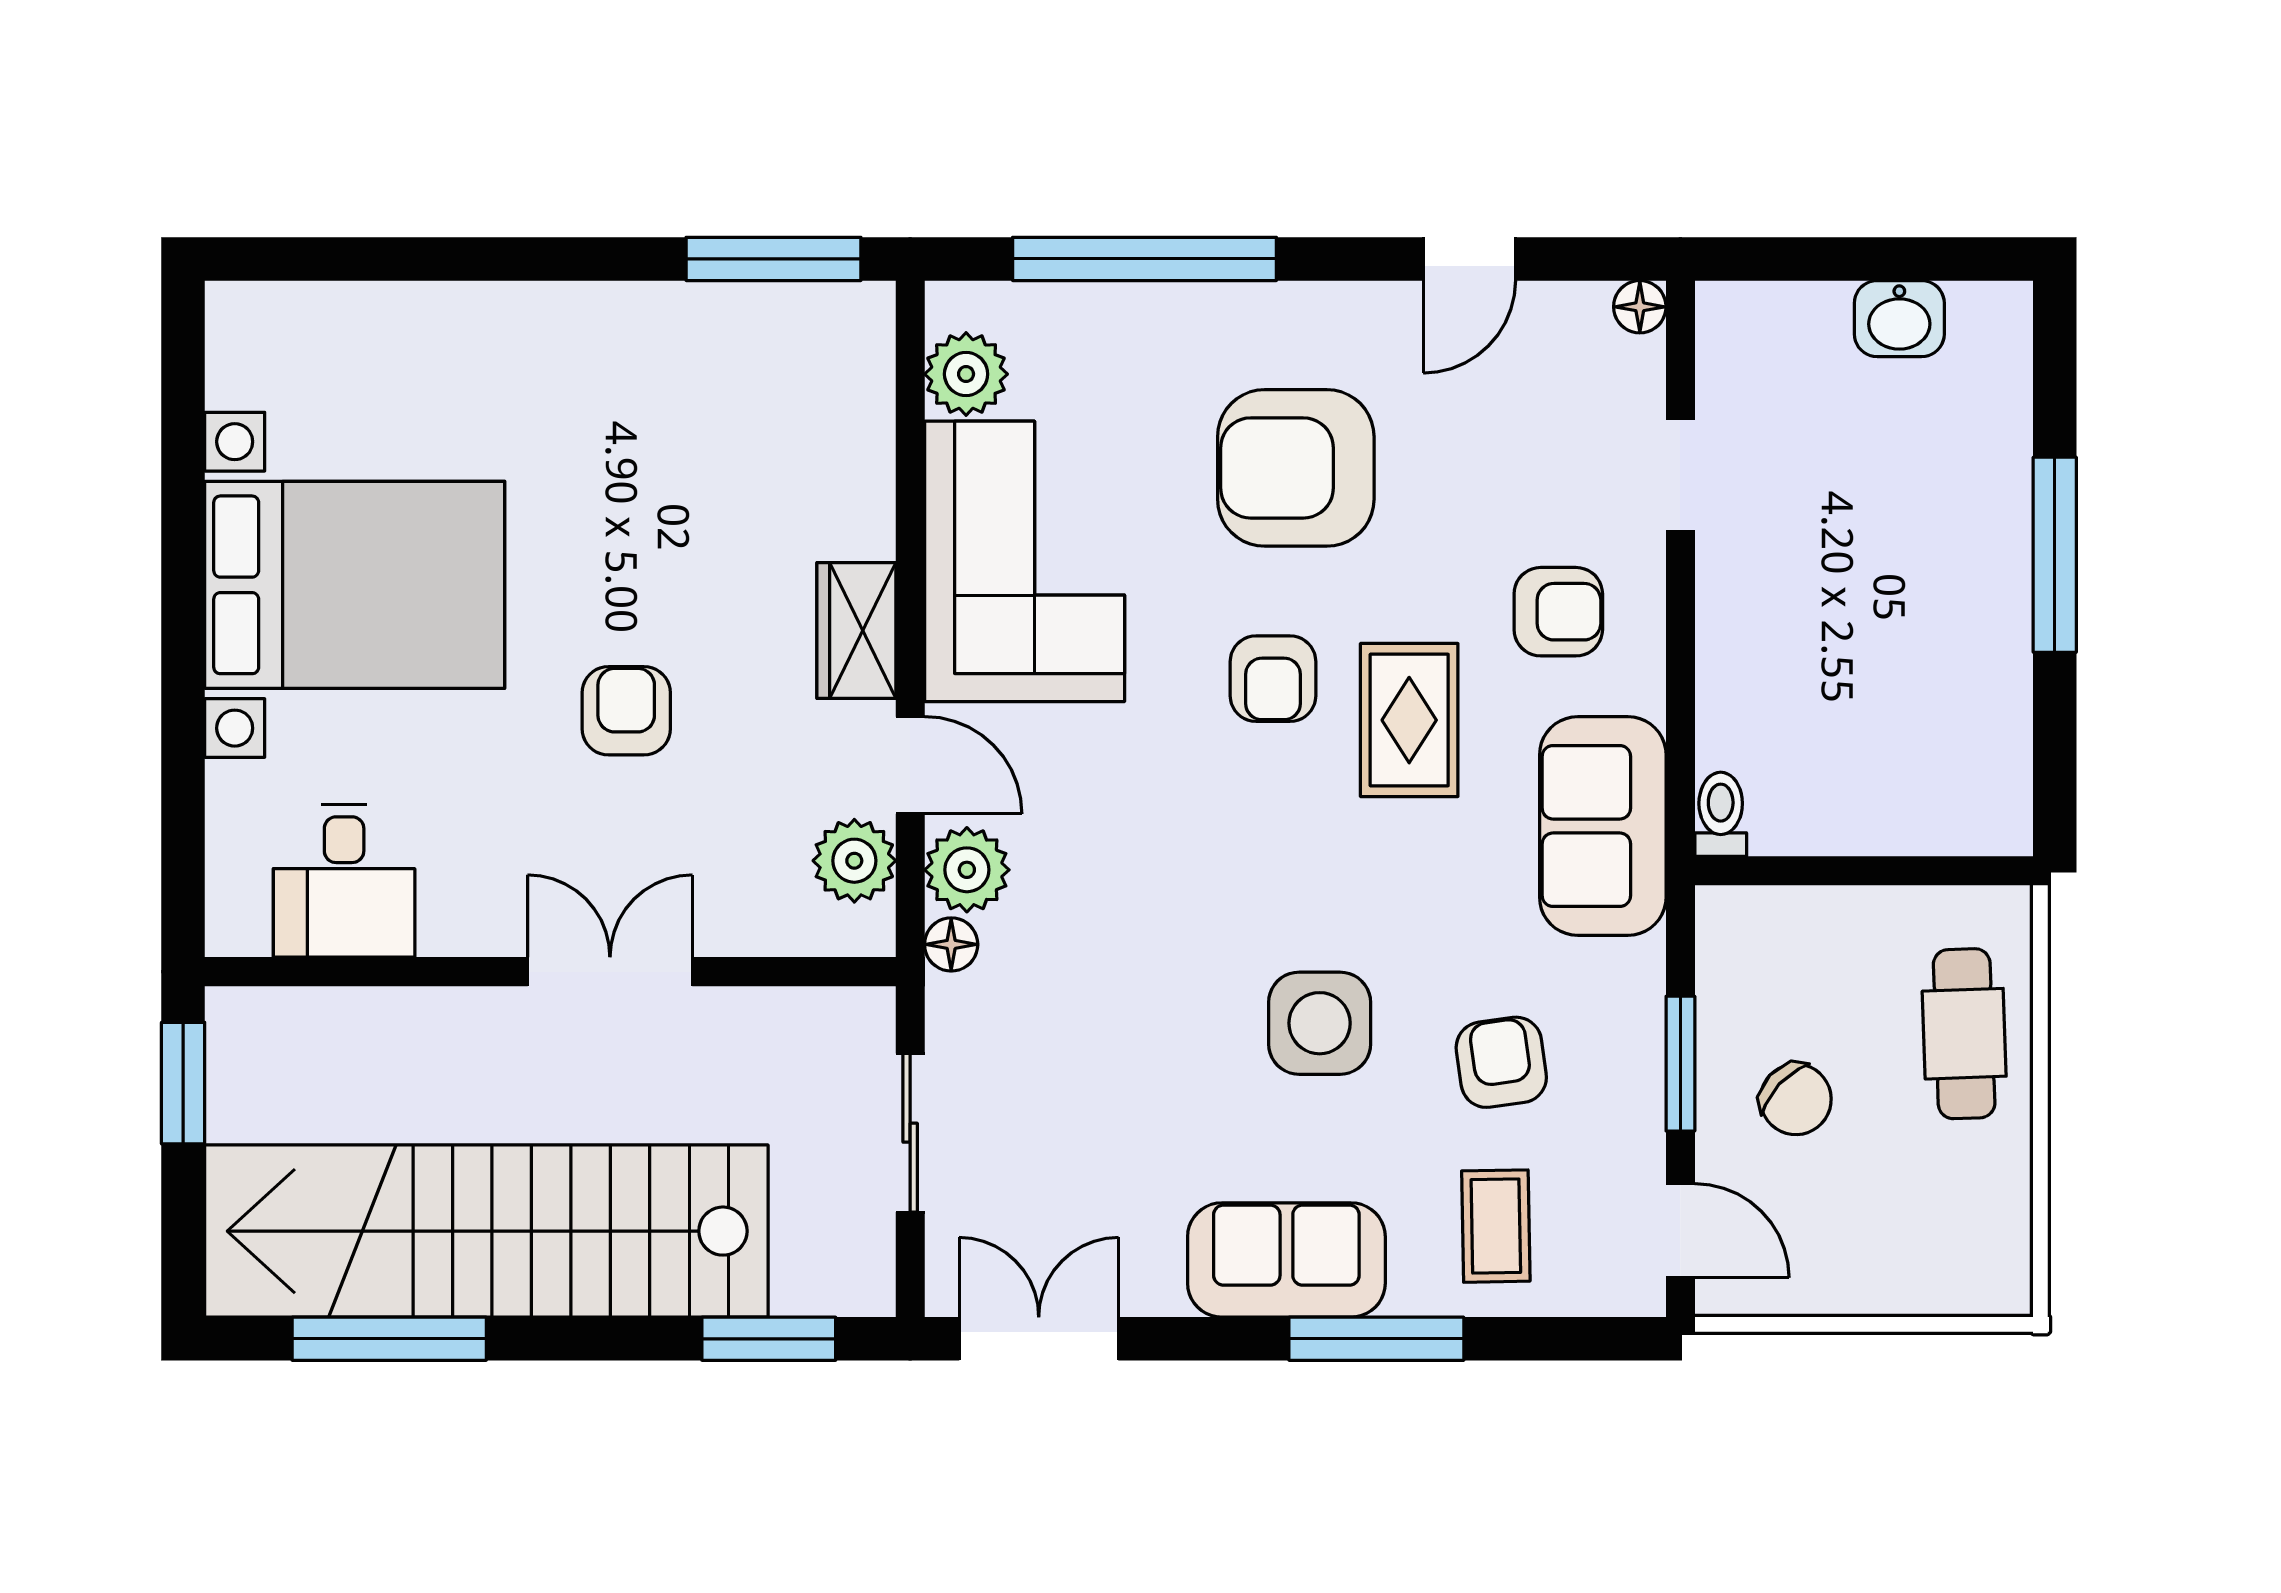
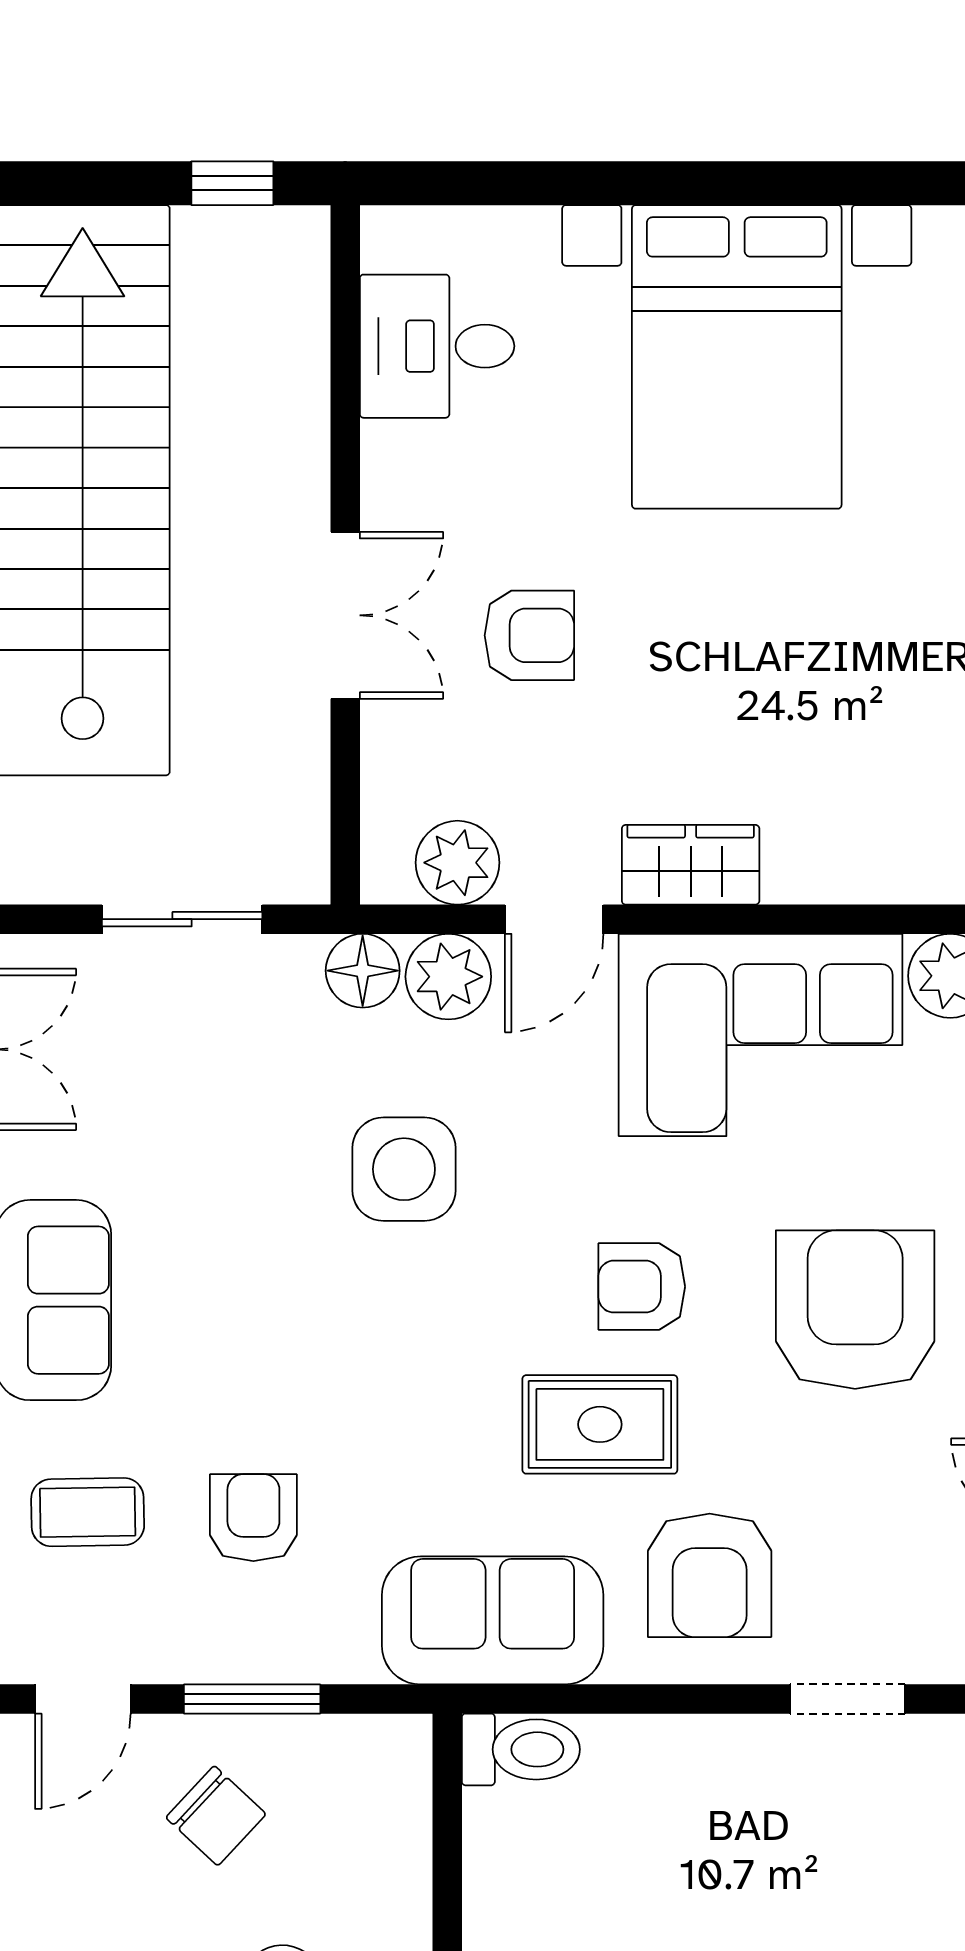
armchair: (1558, 612) -> (710, 1575), width x1.38, depth x1.38
armchair: (626, 711) -> (529, 635), moved
toilet: (1721, 814) -> (521, 1749), width x1.37, depth x1.39
floor lamp: (951, 944) -> (363, 971), width x1.37, depth x1.37
side table: (1320, 1023) -> (404, 1169), moved
armchair: (1501, 1062) -> (253, 1518), turned -82
window: (183, 1083) -> (232, 183), width x0.67
chair: (1796, 1099) -> (216, 1816), turned -90

